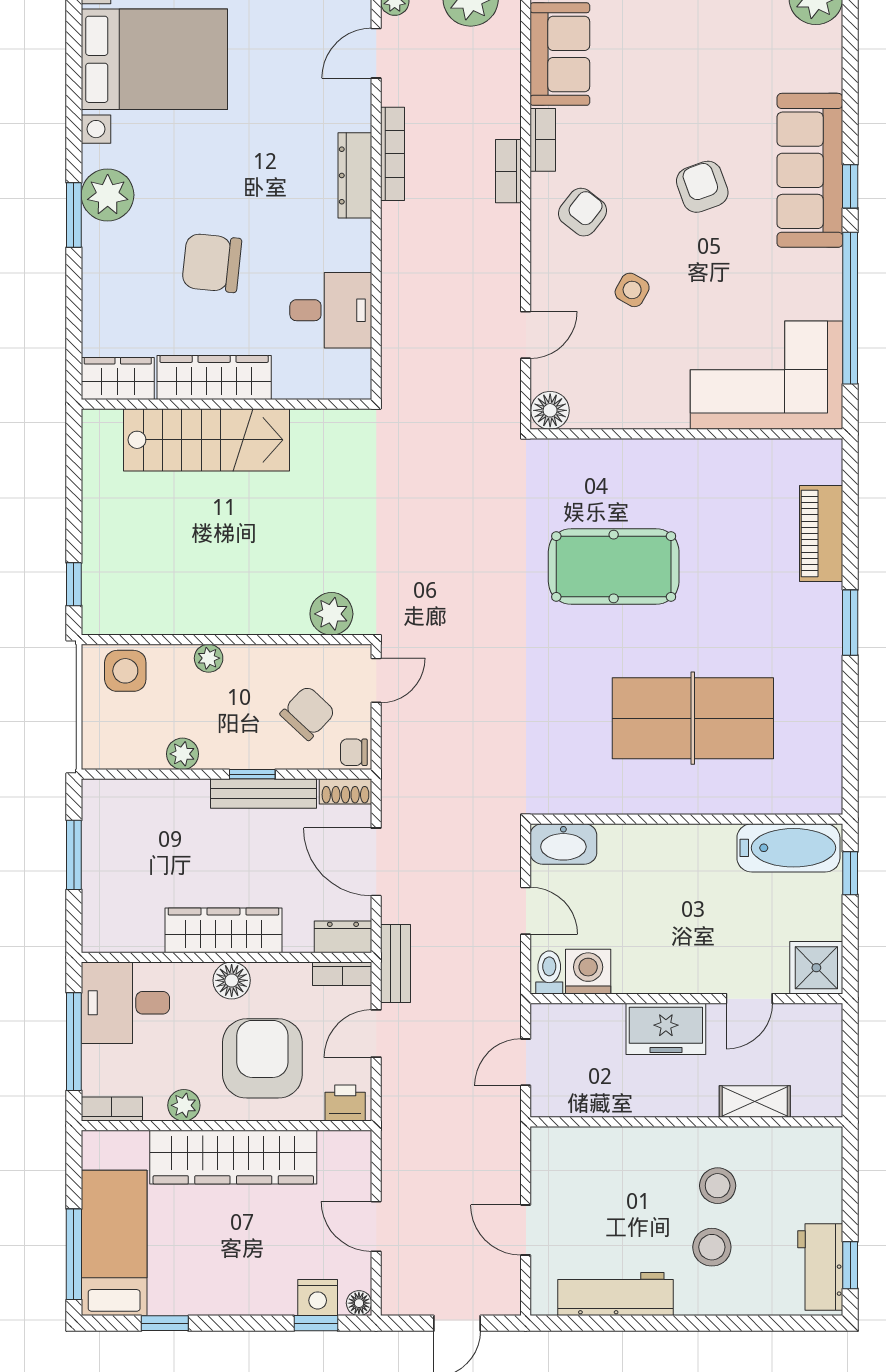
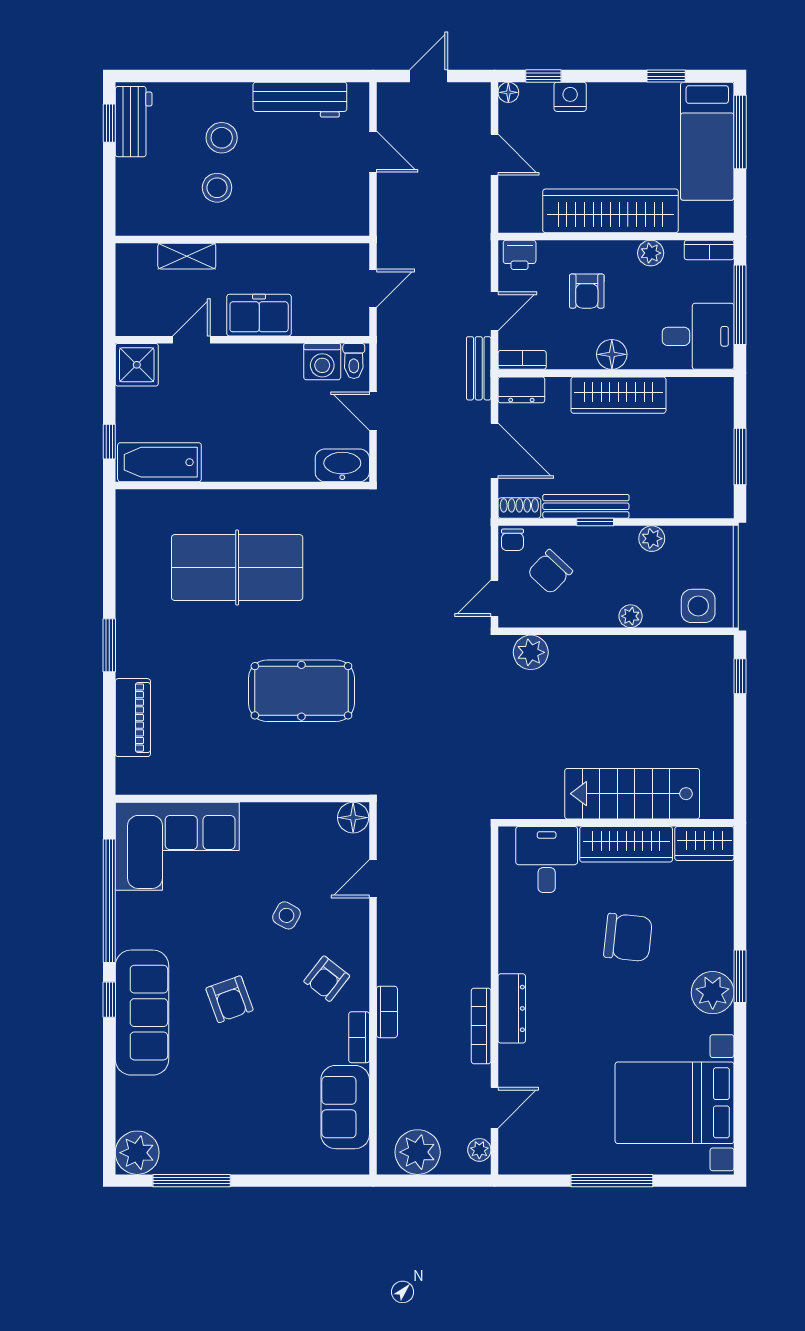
desk: (331, 310) -> (547, 859), moved, turned 90
chair: (354, 752) -> (512, 540), turned 90
armchair: (262, 1058) -> (587, 291), width x0.53, depth x0.53
nightstand: (318, 1298) -> (570, 97), moved

